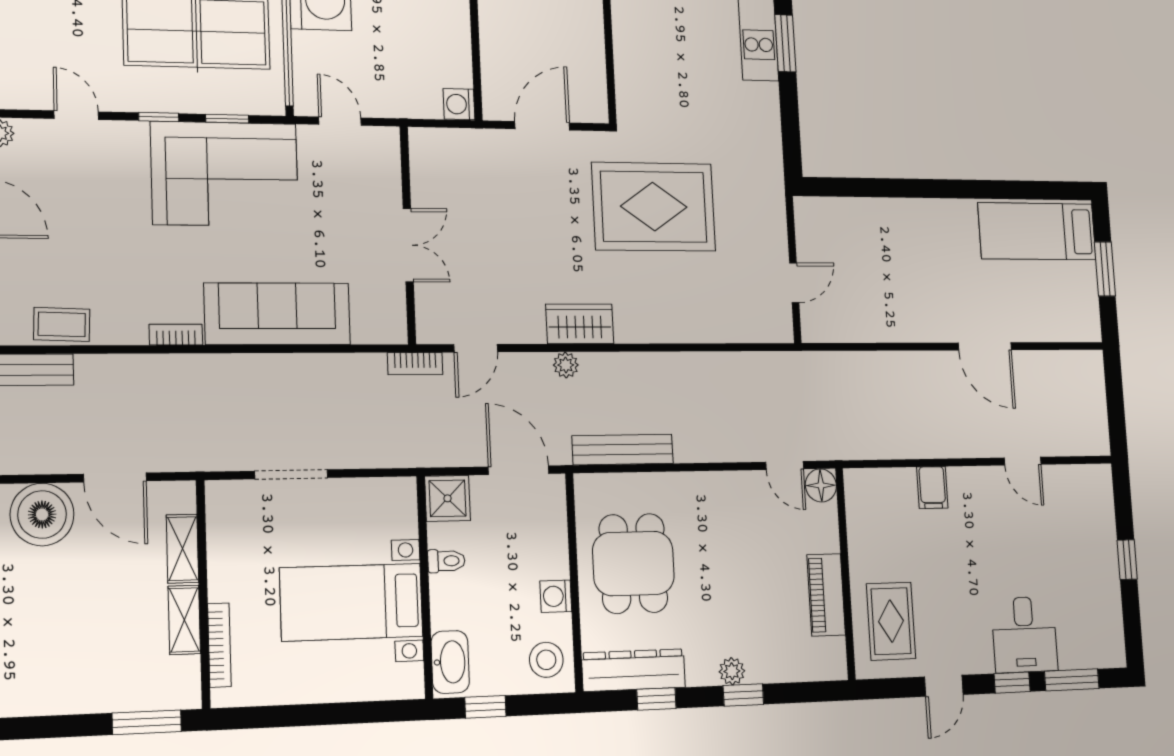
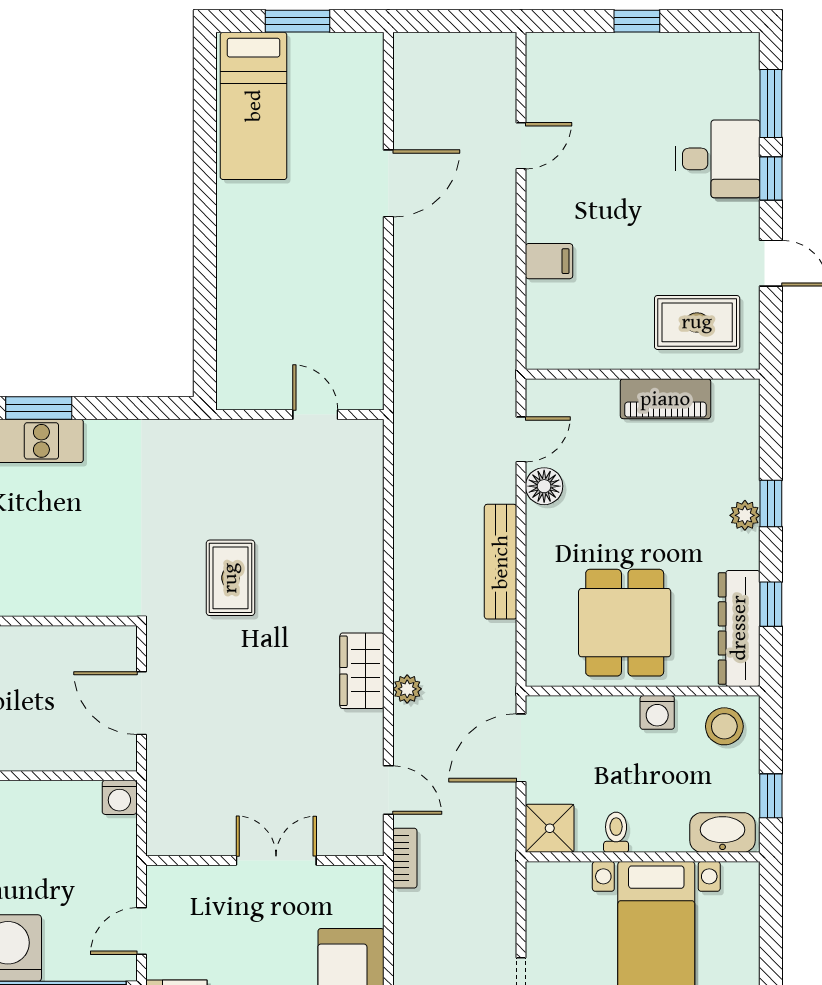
rug: (654, 207) -> (230, 578), width x0.54, depth x0.49
bench: (623, 450) -> (501, 562), moved
floor lamp: (821, 485) -> (544, 486), moved
dining table: (633, 564) -> (625, 623), turned 90

